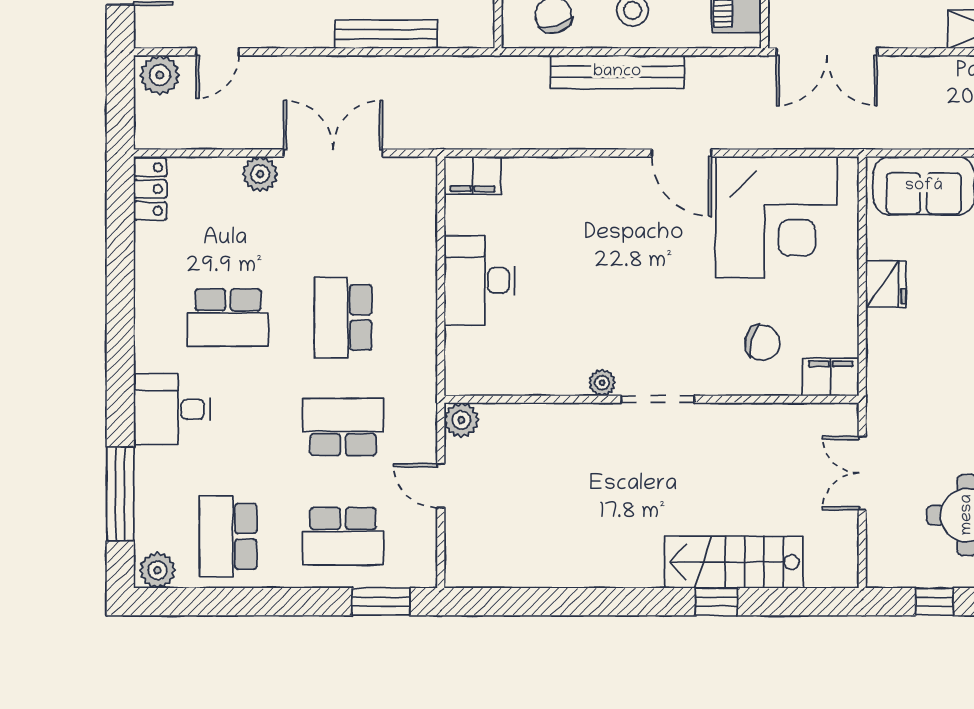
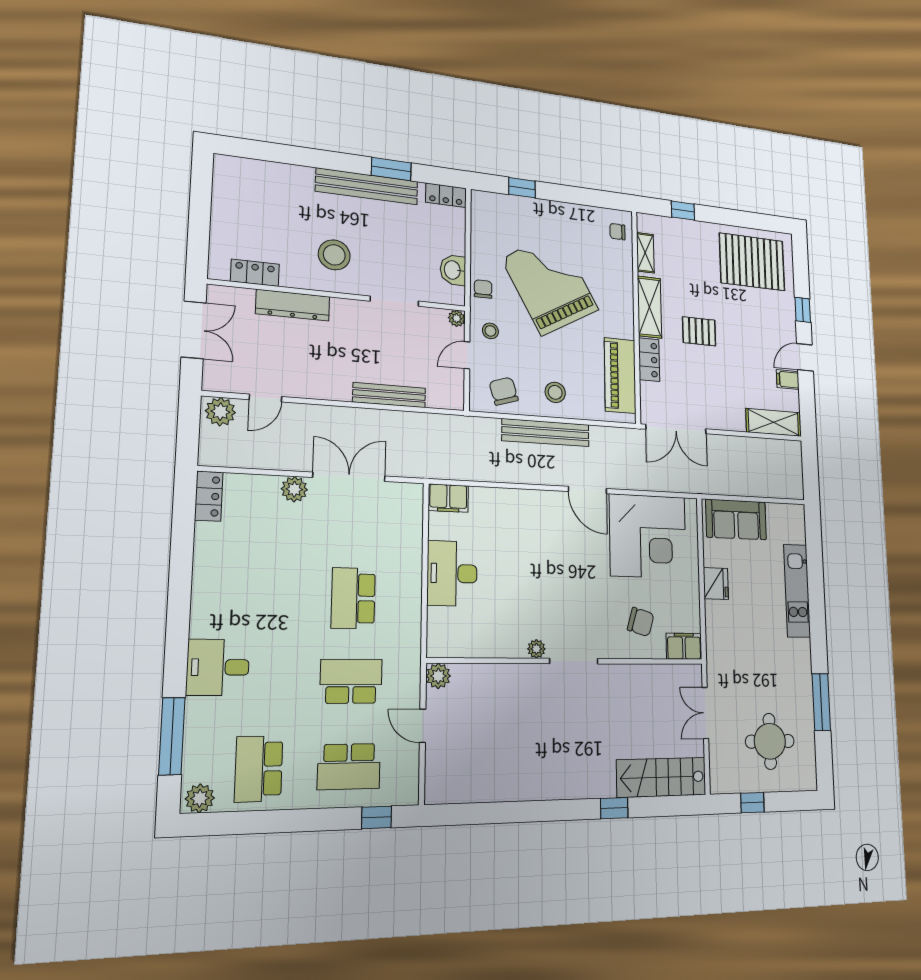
school desk: (228, 318) -> (266, 596), removed
stairs: (734, 562) -> (661, 777), moved
window: (381, 602) -> (377, 817), width x0.67

